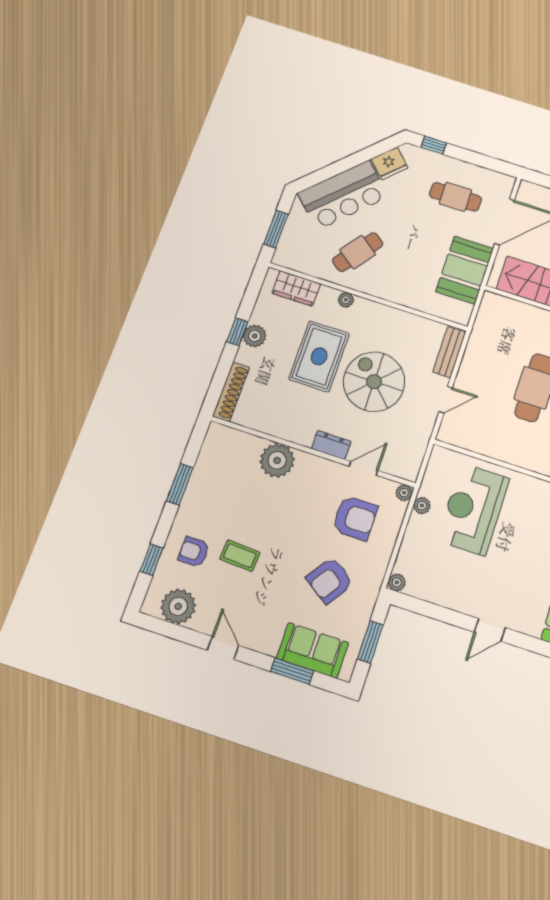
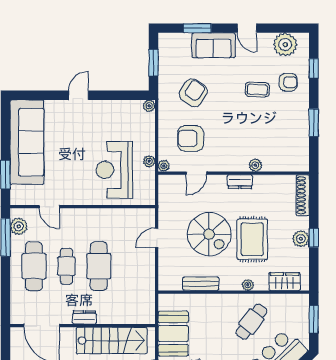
bench: (449, 352) -> (201, 284), moved, turned 90
dresser: (331, 445) -> (240, 182), moved
plant: (277, 460) -> (255, 165), width x0.53, depth x0.53
reception desk: (473, 509) -> (114, 170), turned 180
sofa: (313, 650) -> (213, 45), moved

